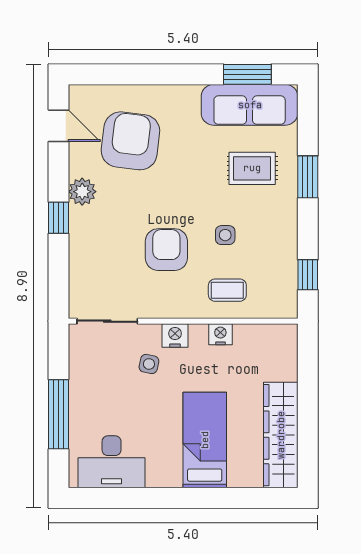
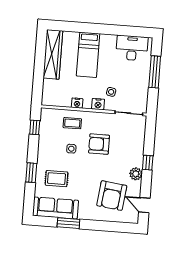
window: (247, 74) -> (68, 223), moved
armchair: (166, 250) -> (99, 144), turned 90

